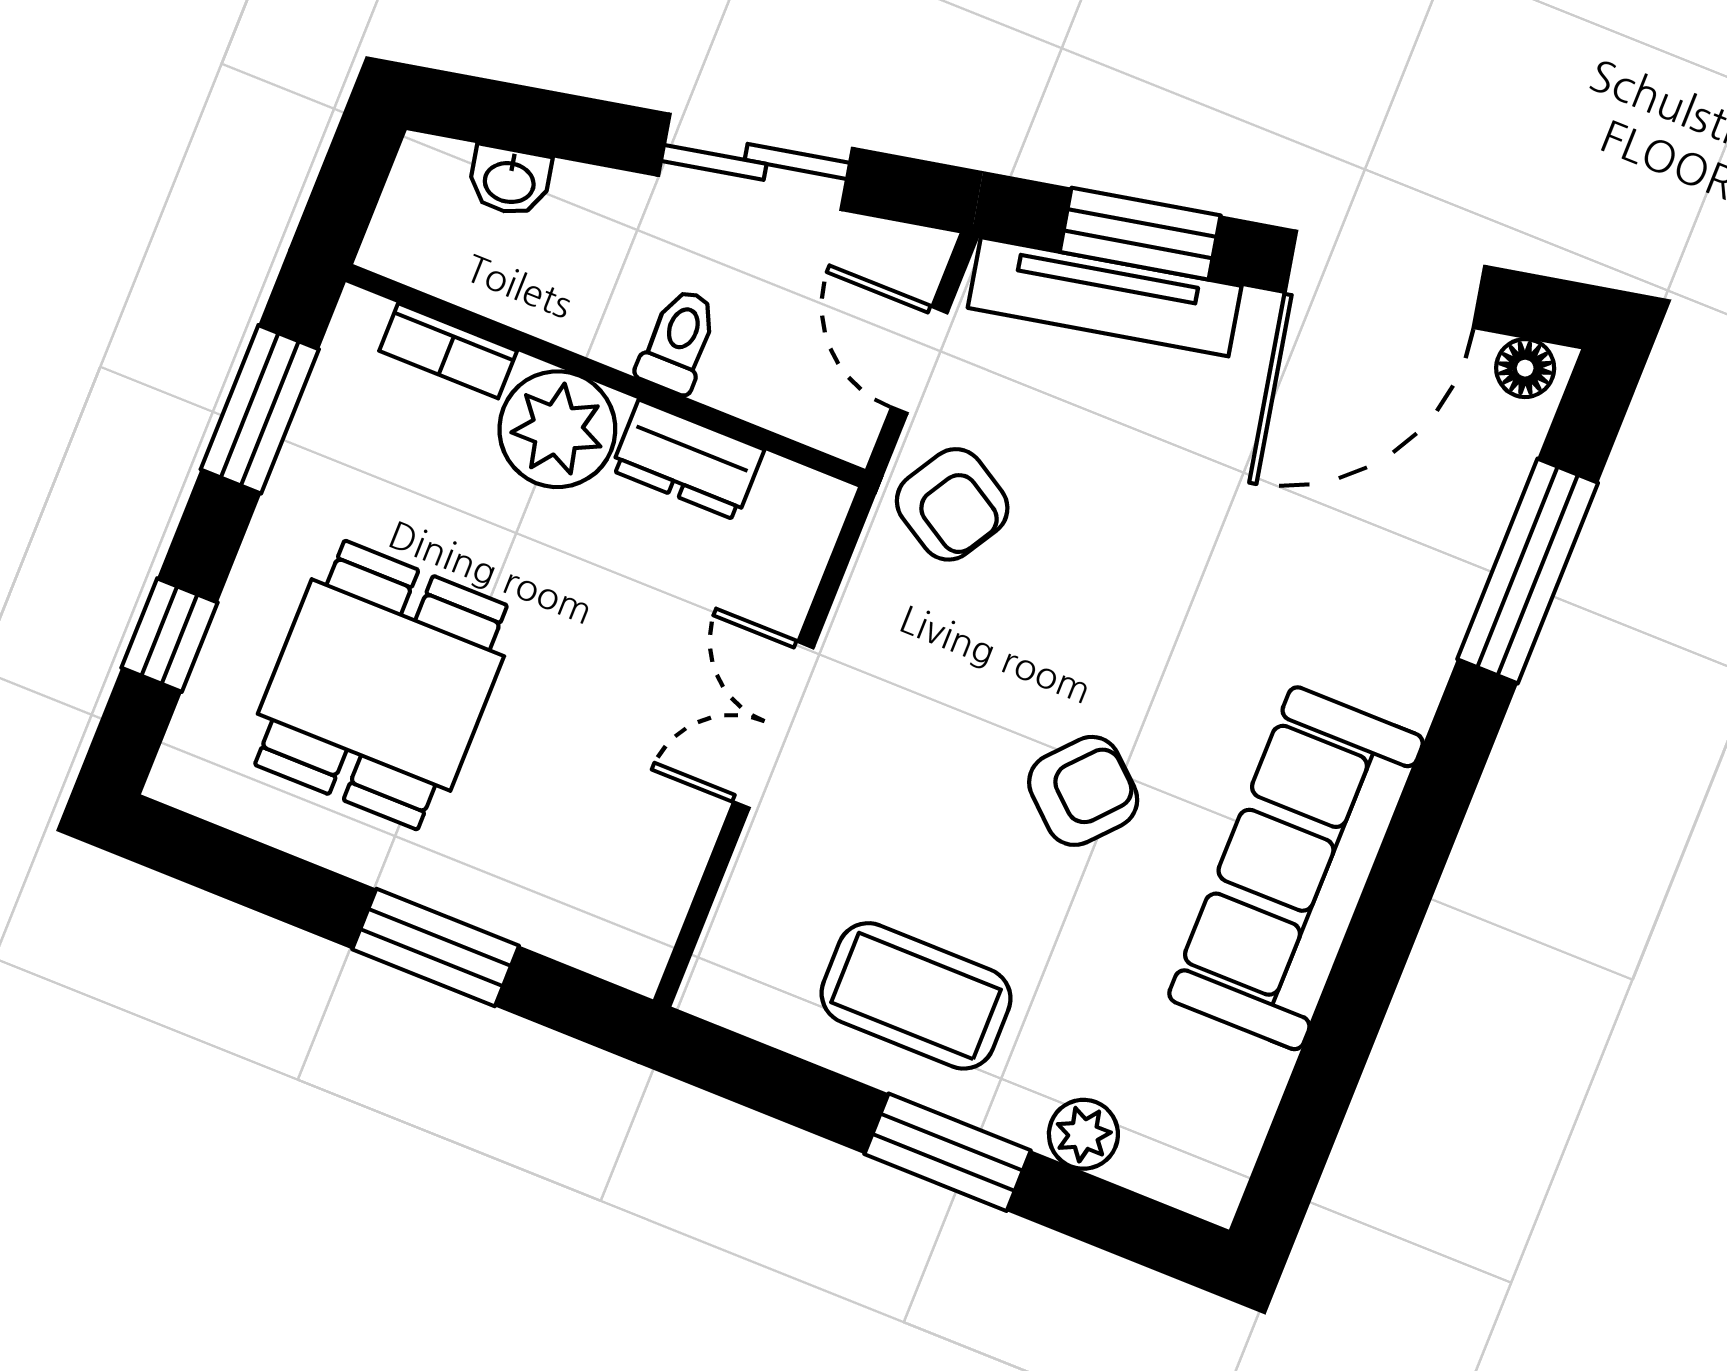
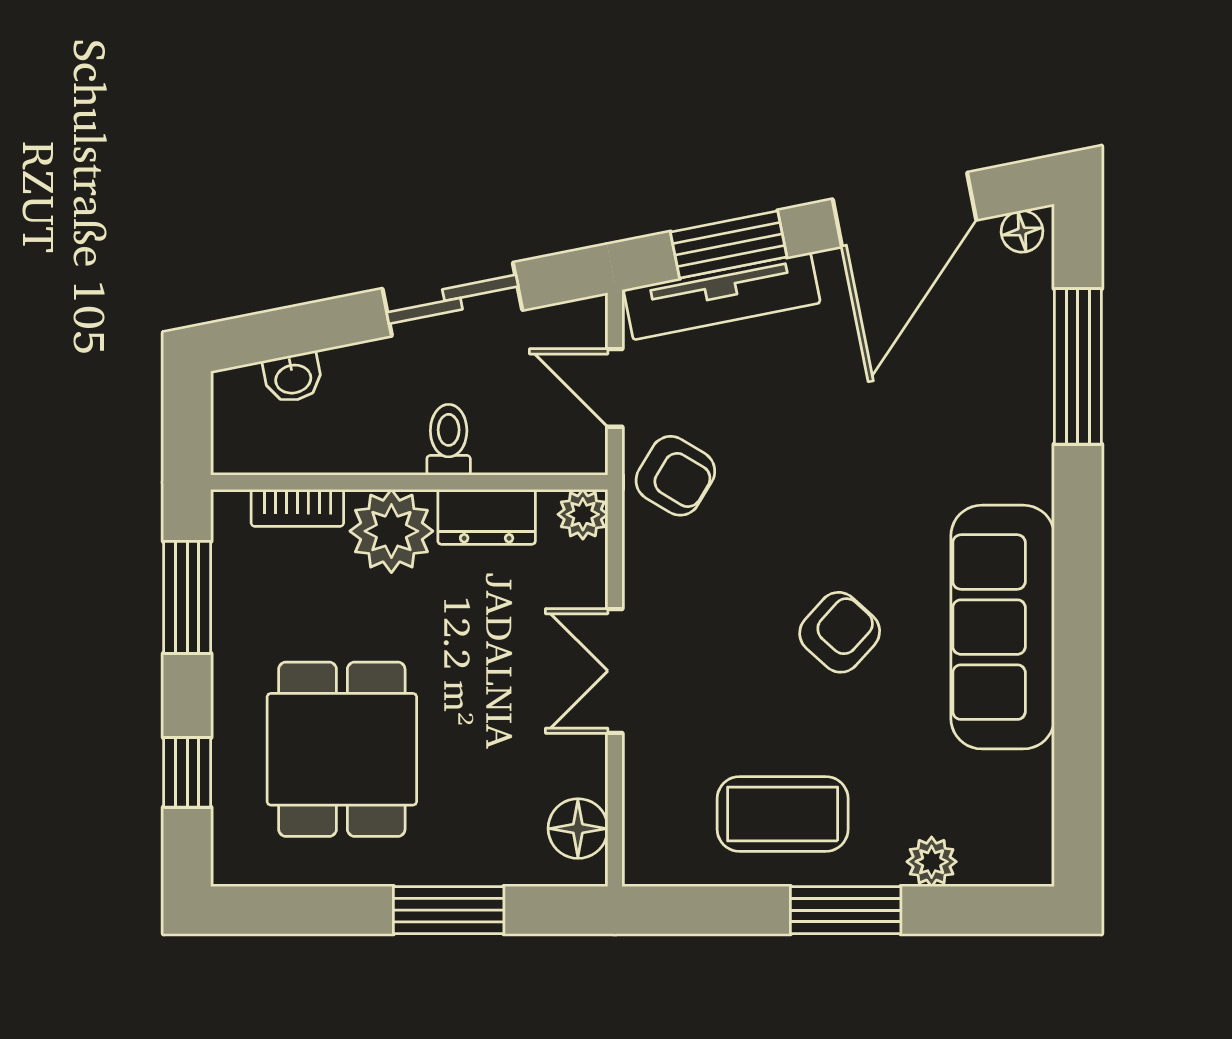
plant: (813, 506) -> (583, 514), added
floor lamp: (645, 909) -> (578, 829), added

